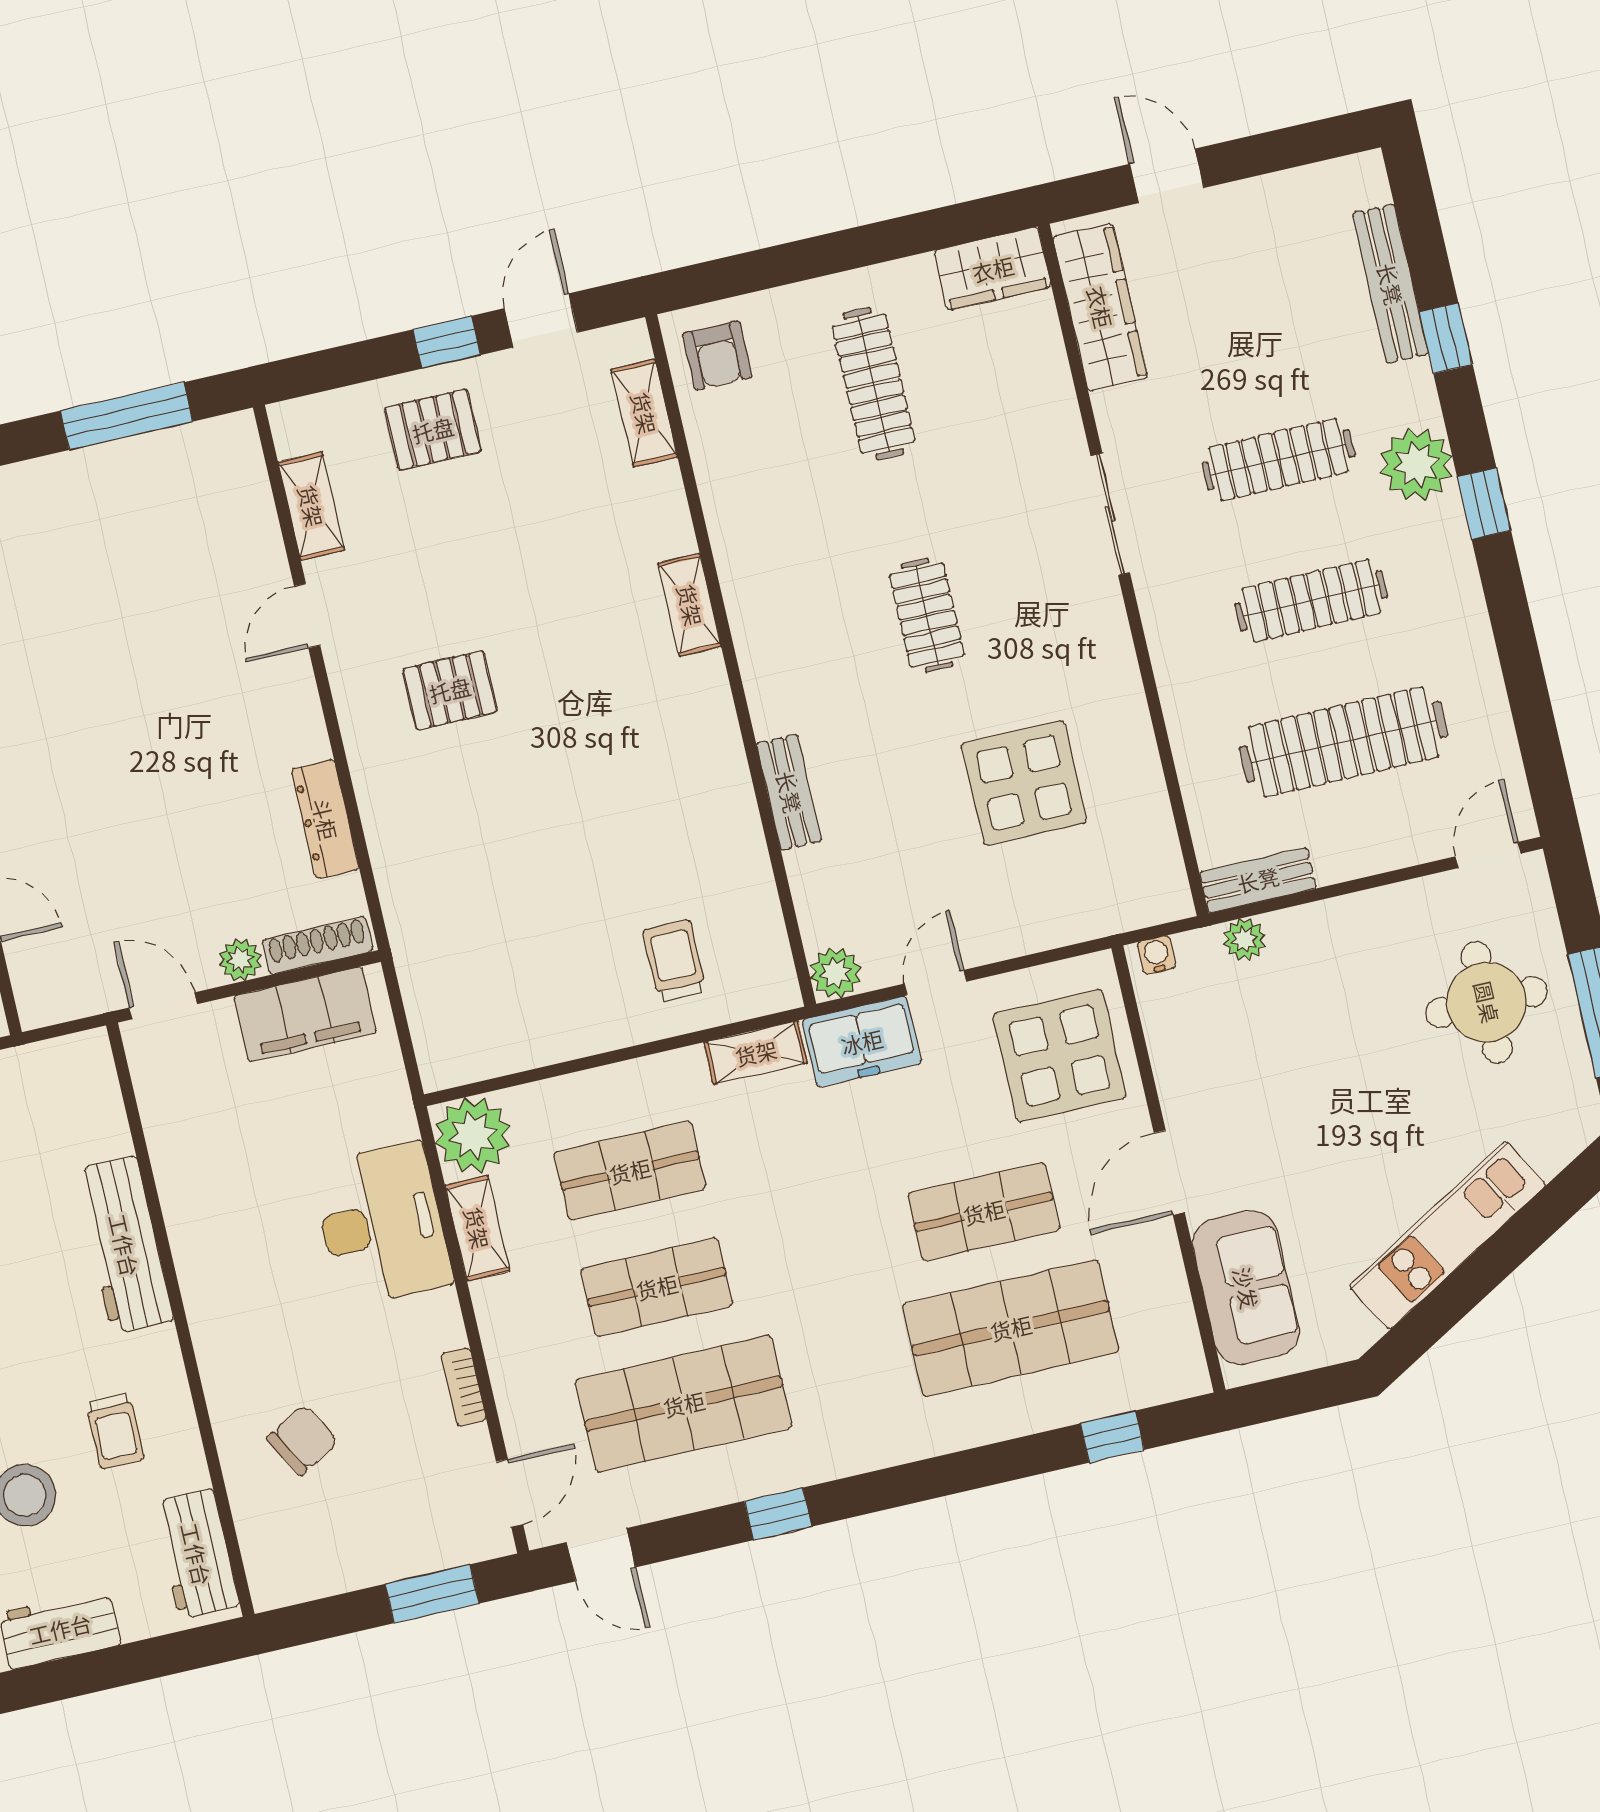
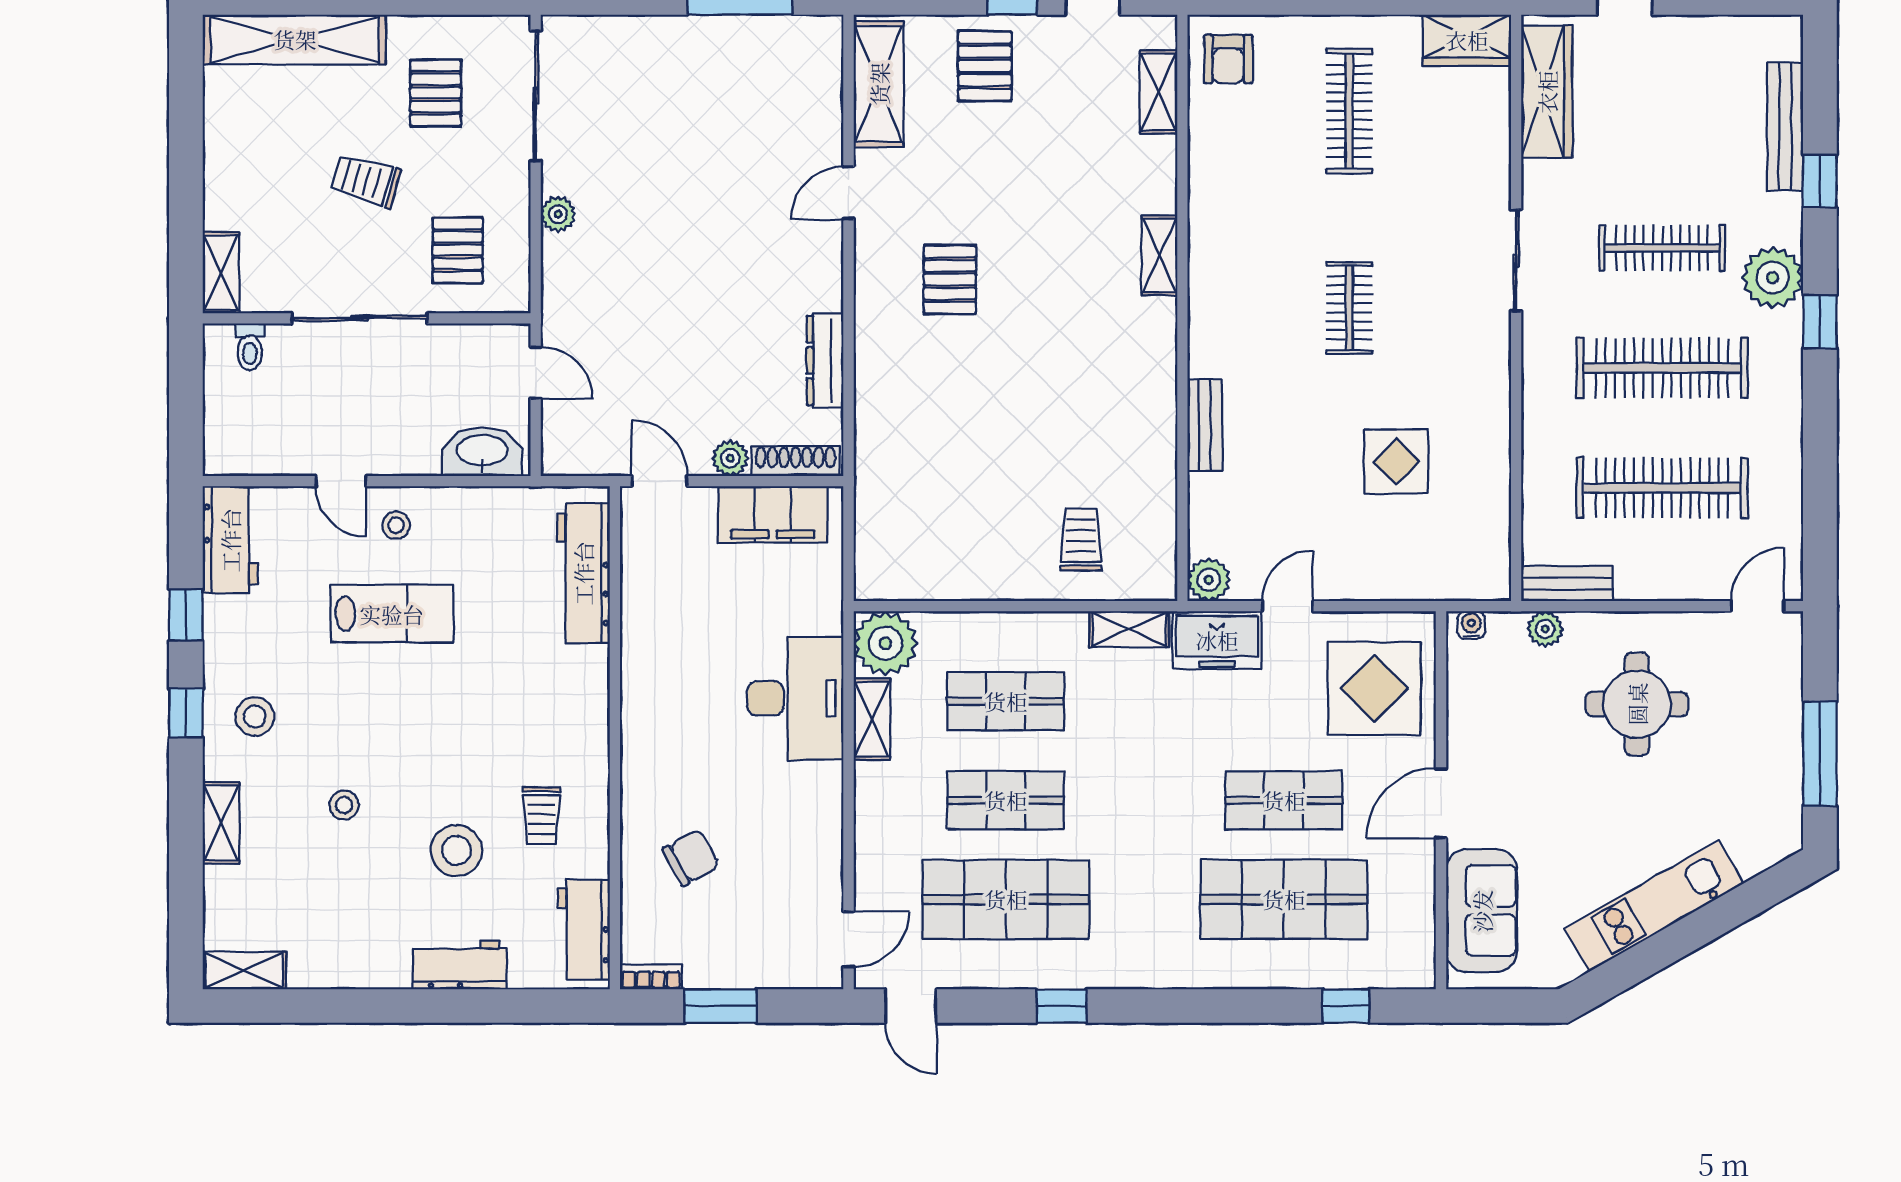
pallet: (433, 430) -> (985, 66), turned 90
shelving: (311, 506) -> (879, 84), width x1.50, depth x1.33
clothes rail: (1311, 601) -> (1662, 368), width x1.37, depth x1.31
pallet: (450, 690) -> (950, 280), turned 90
display table: (1024, 783) -> (1396, 462), width x0.73, depth x0.73
round table: (1487, 1002) -> (1637, 704), moved
workbench: (124, 1245) -> (583, 573), moved
bookcase: (464, 1387) -> (651, 977), moved, turned 90
window: (432, 1594) -> (720, 1006), moved

